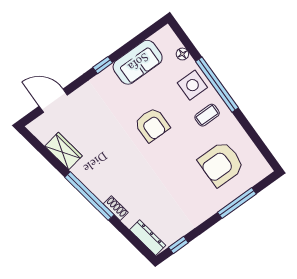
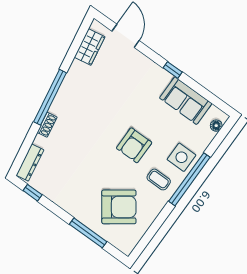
floor lamp: (182, 54) -> (216, 126), moved
armchair: (152, 125) -> (134, 145), moved
wardrobe: (64, 151) -> (90, 47), moved
armchair: (221, 164) -> (119, 207), turned 144

